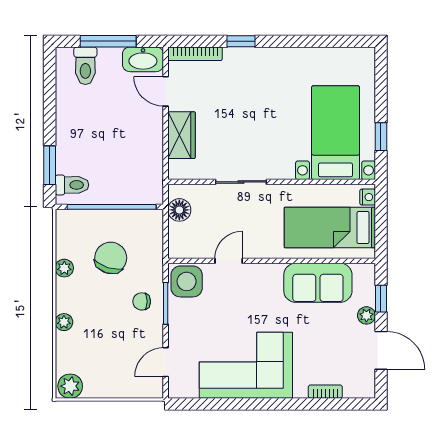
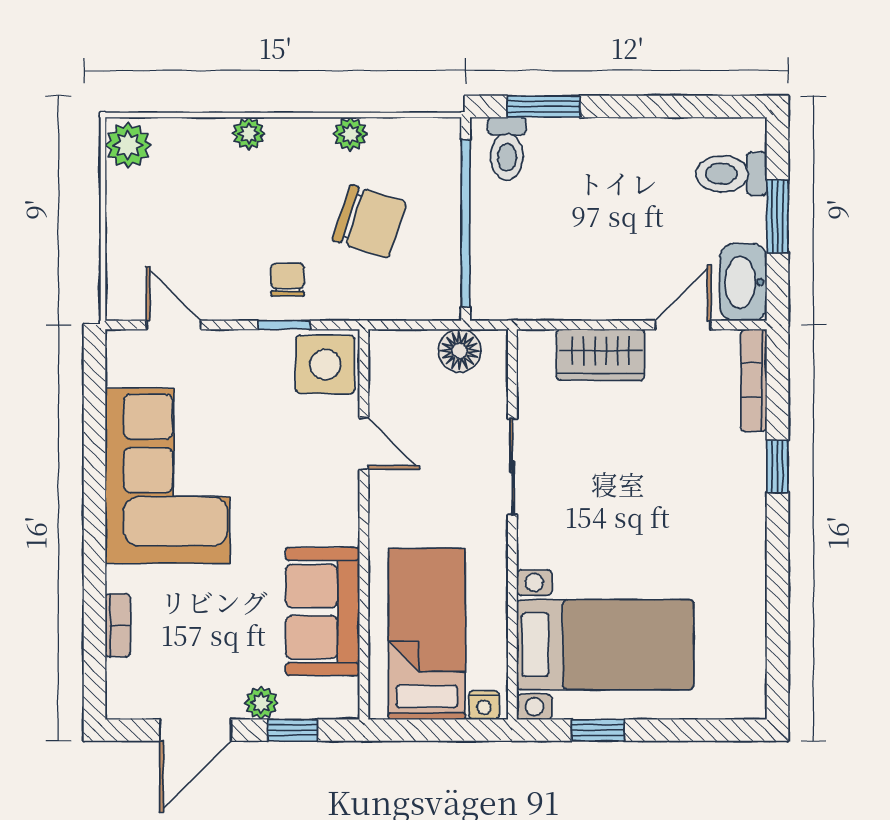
window: (108, 41) -> (777, 216), width x0.69
window: (166, 303) -> (284, 325), width x0.67

